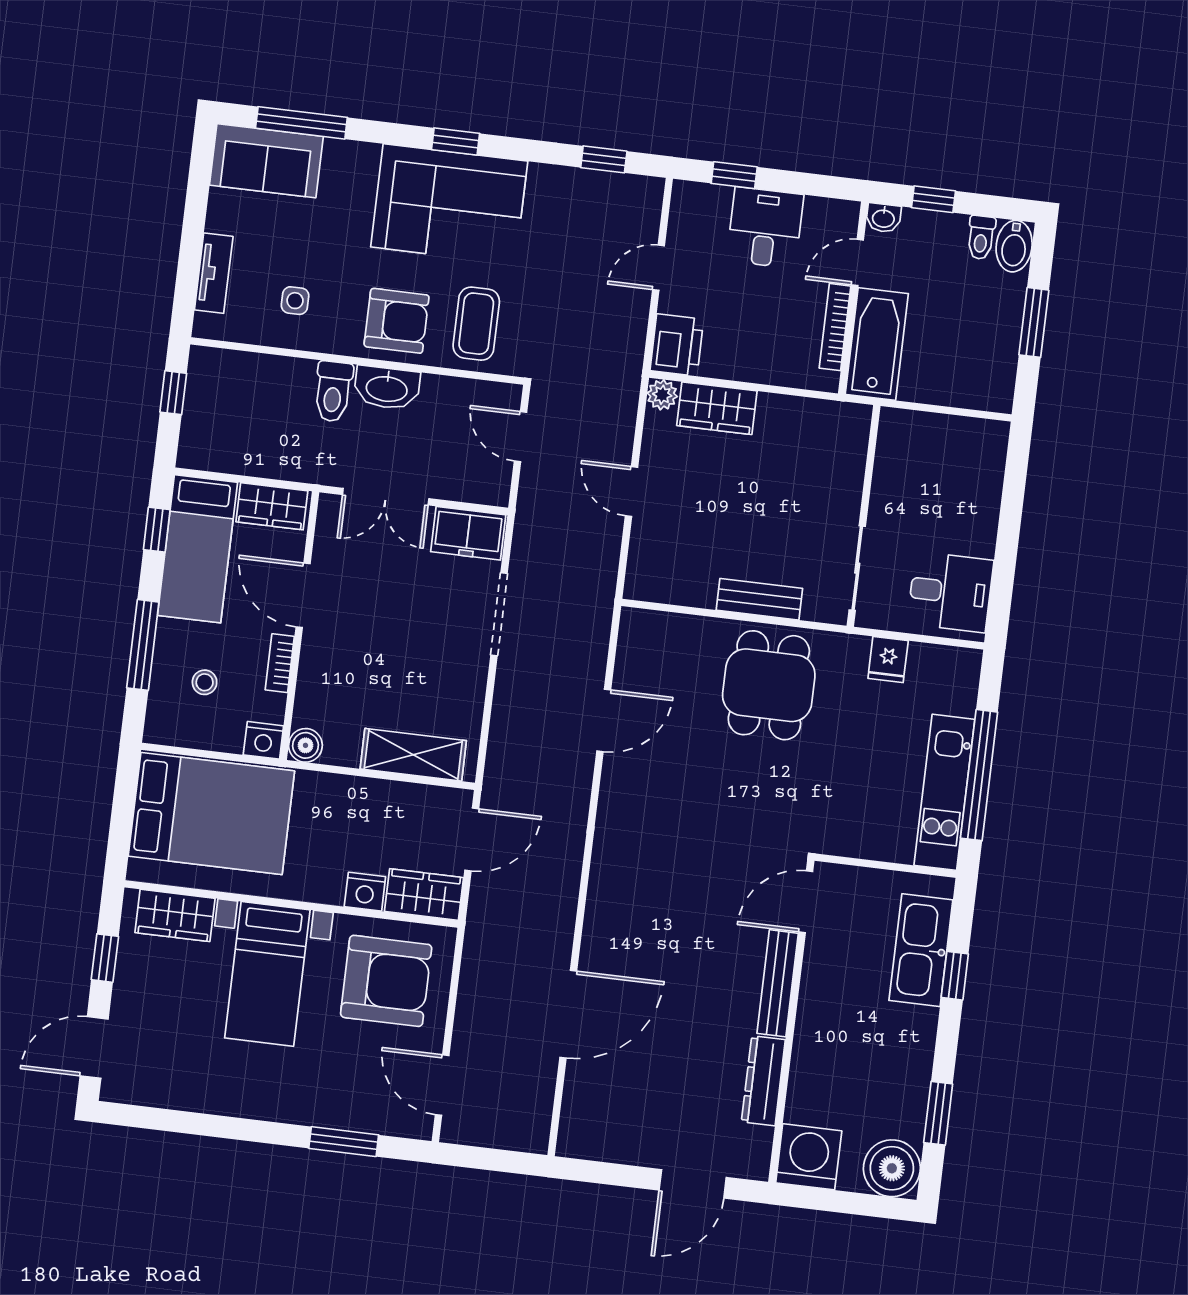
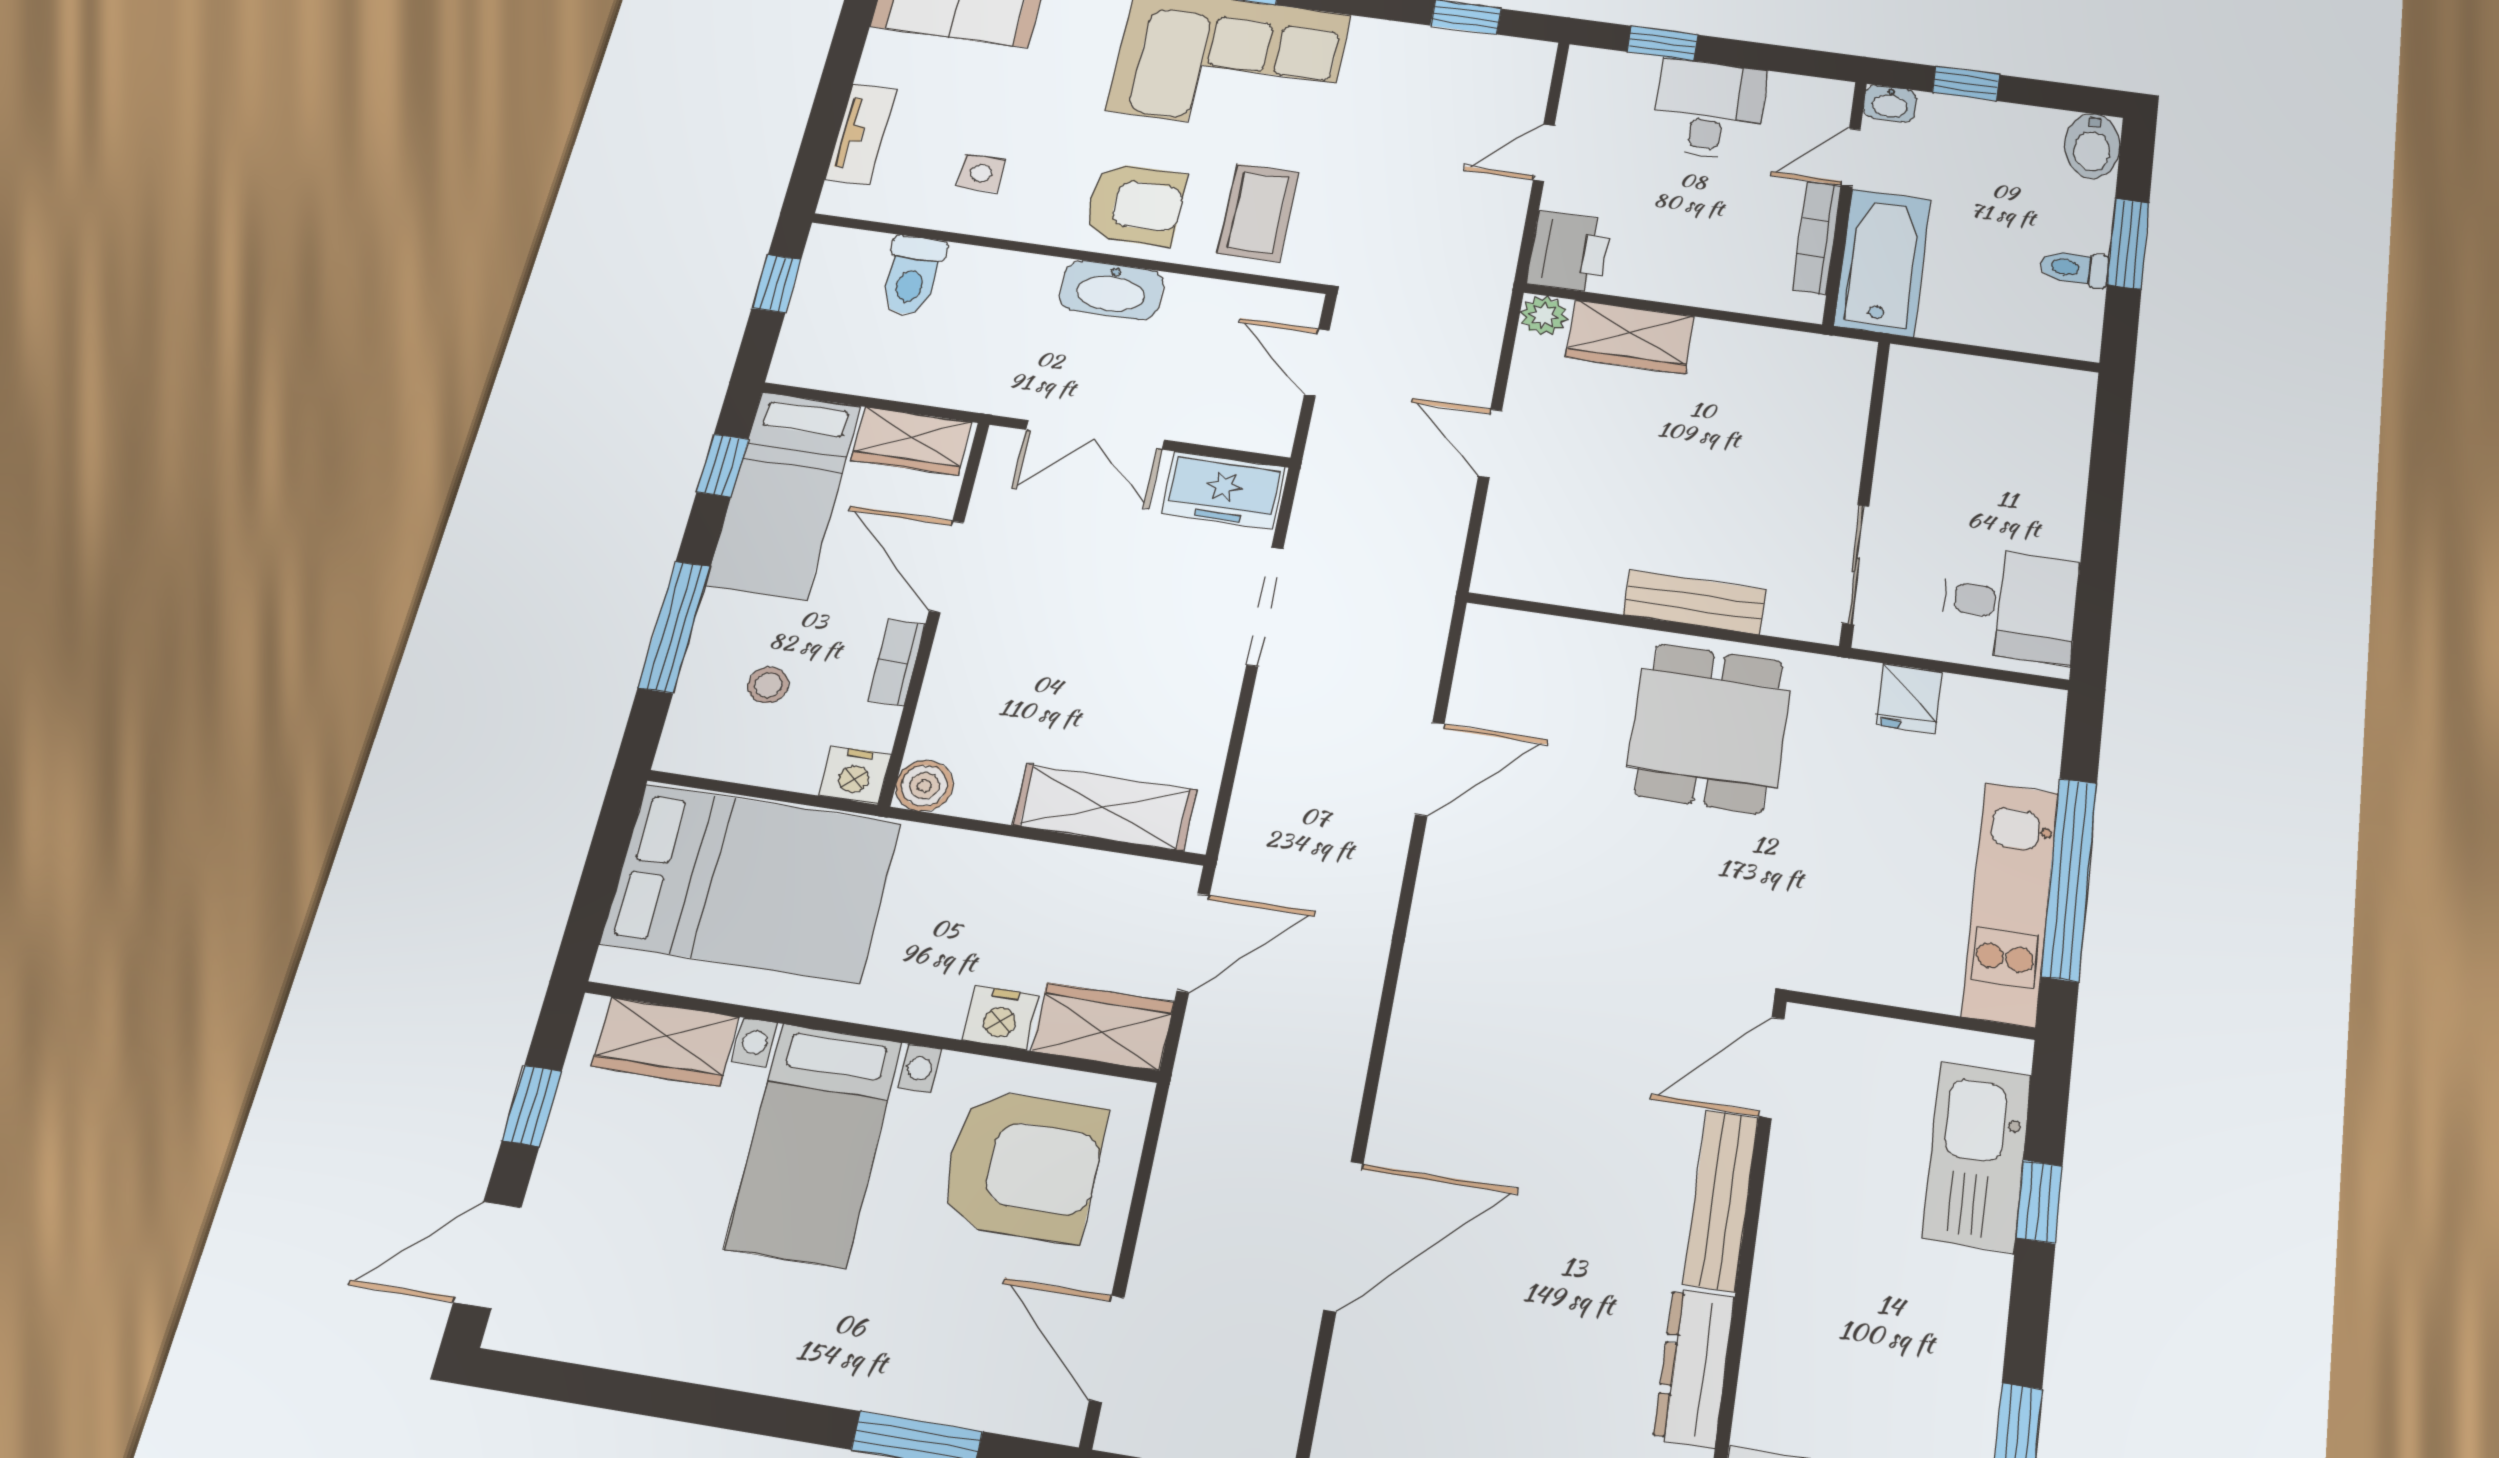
toilet: (981, 238) -> (2074, 268), moved, turned 90
toilet: (333, 391) -> (912, 276), moved

